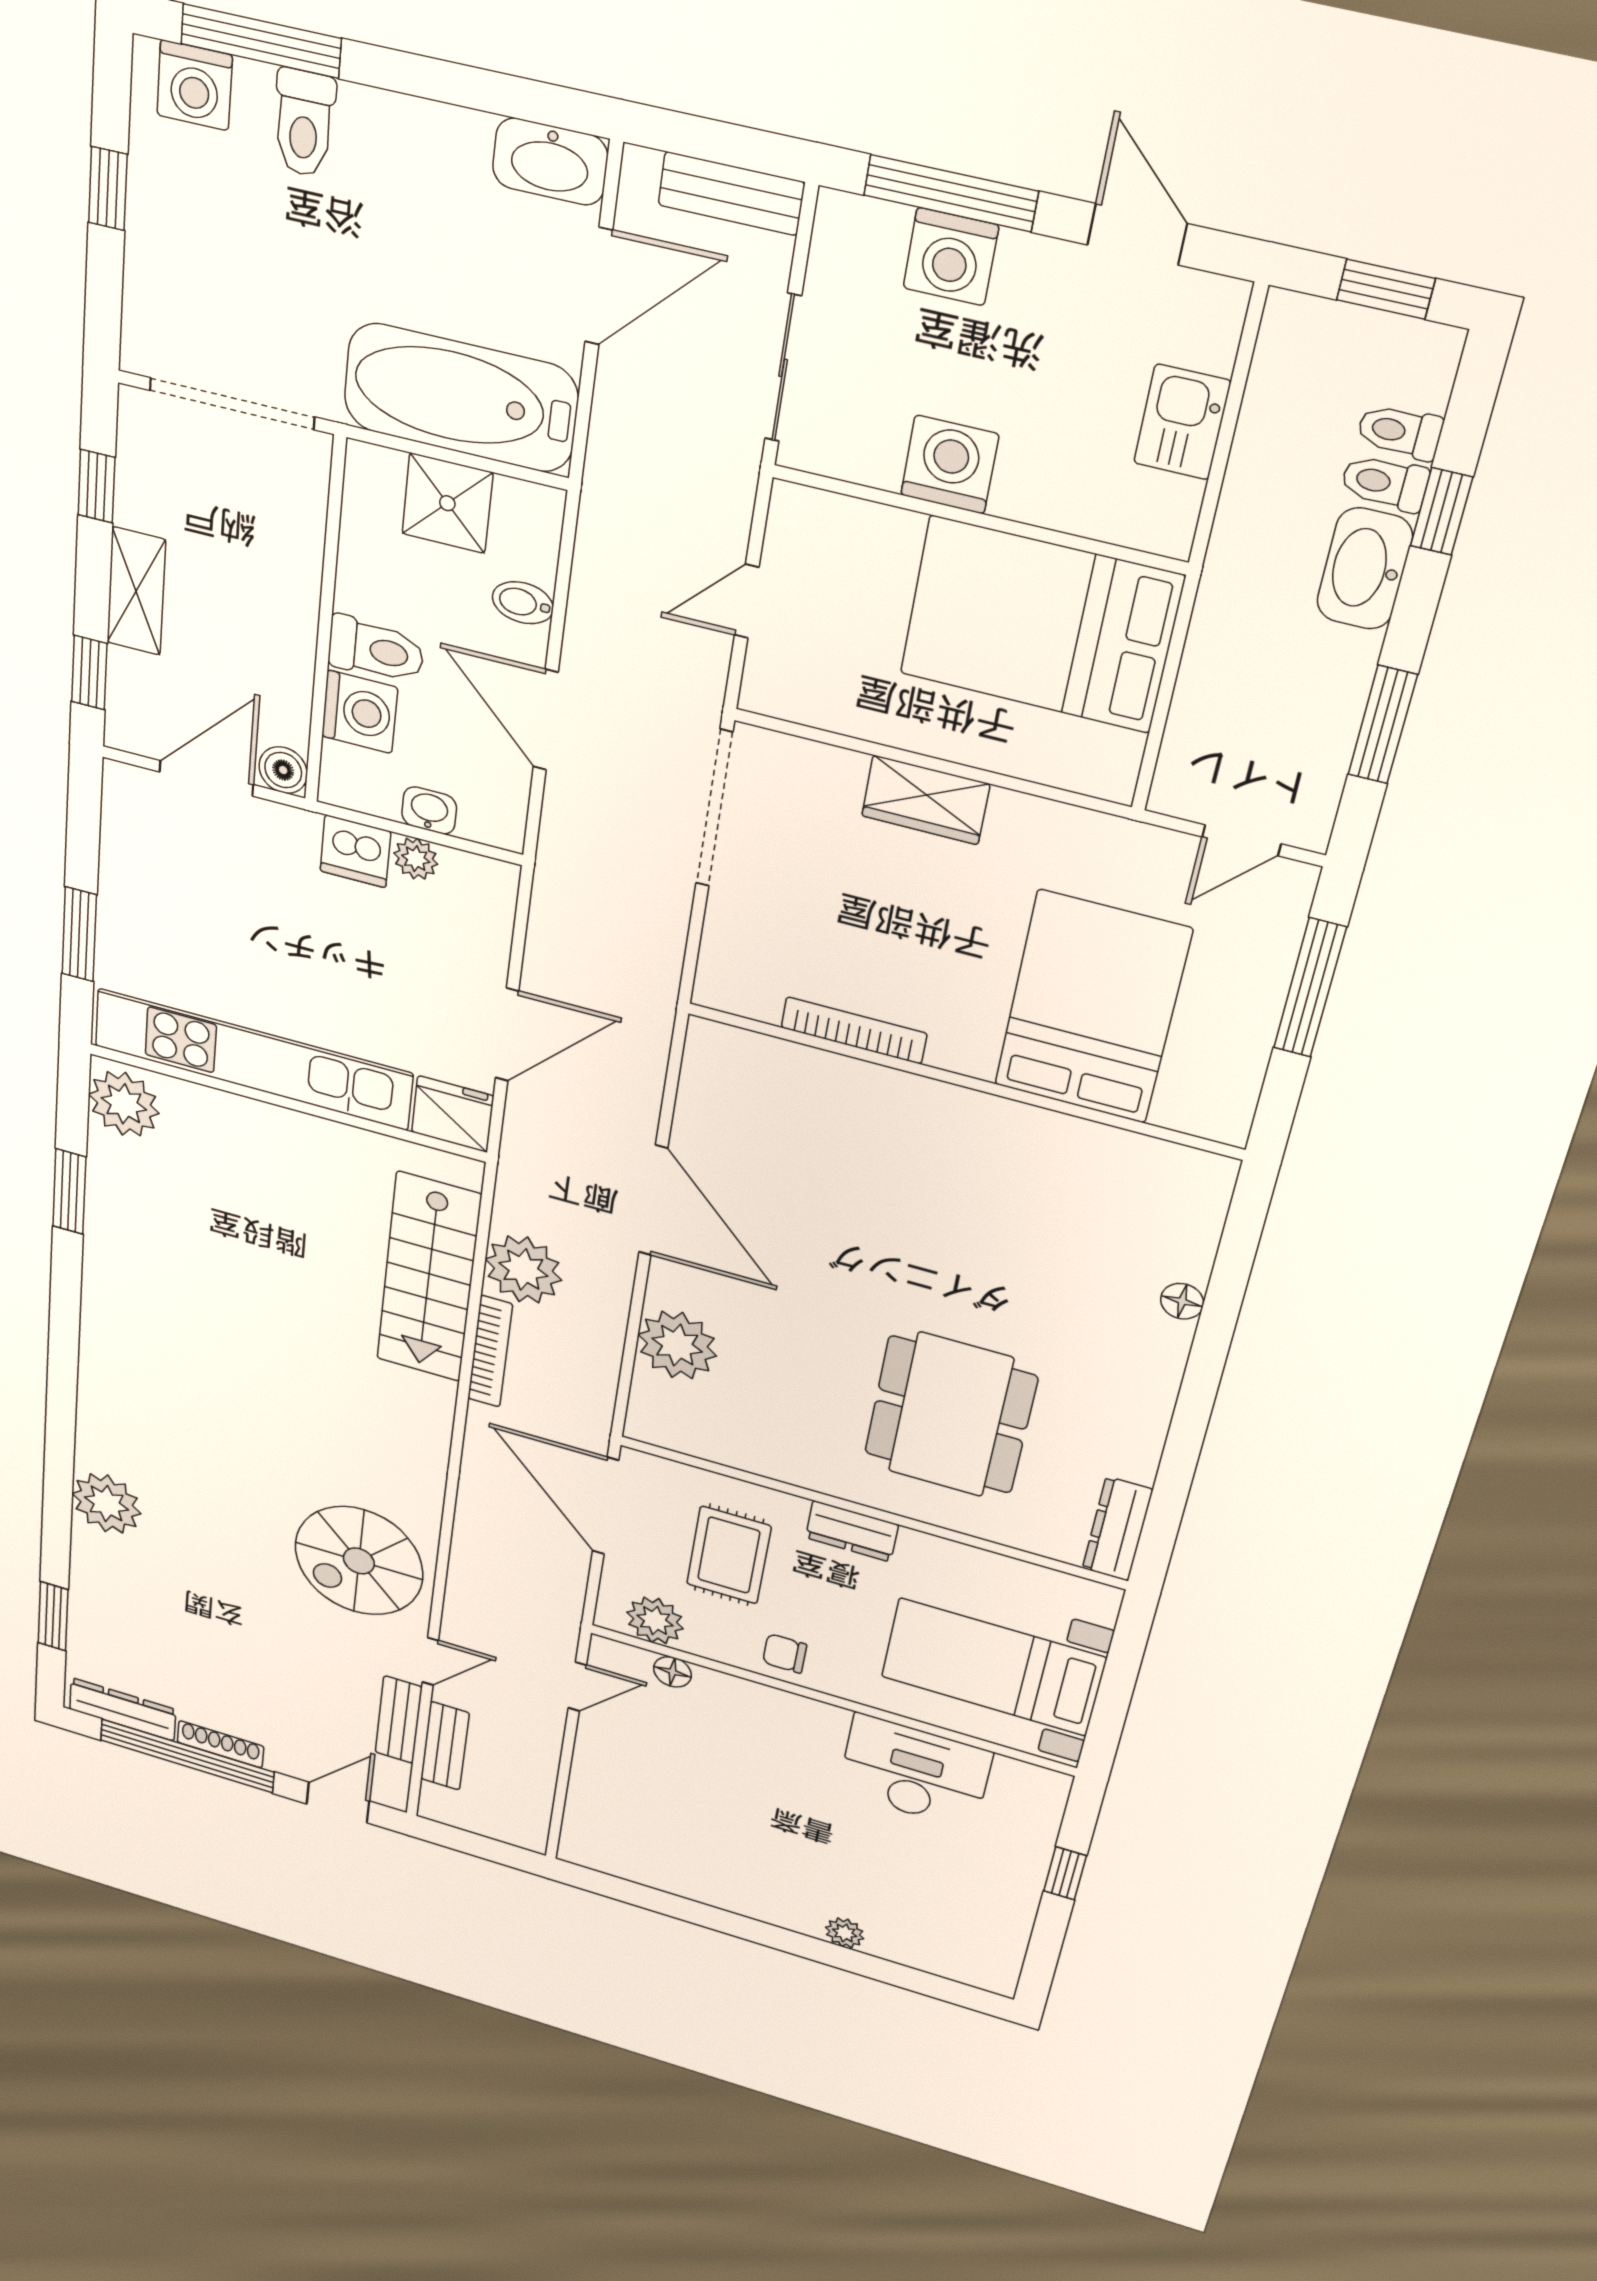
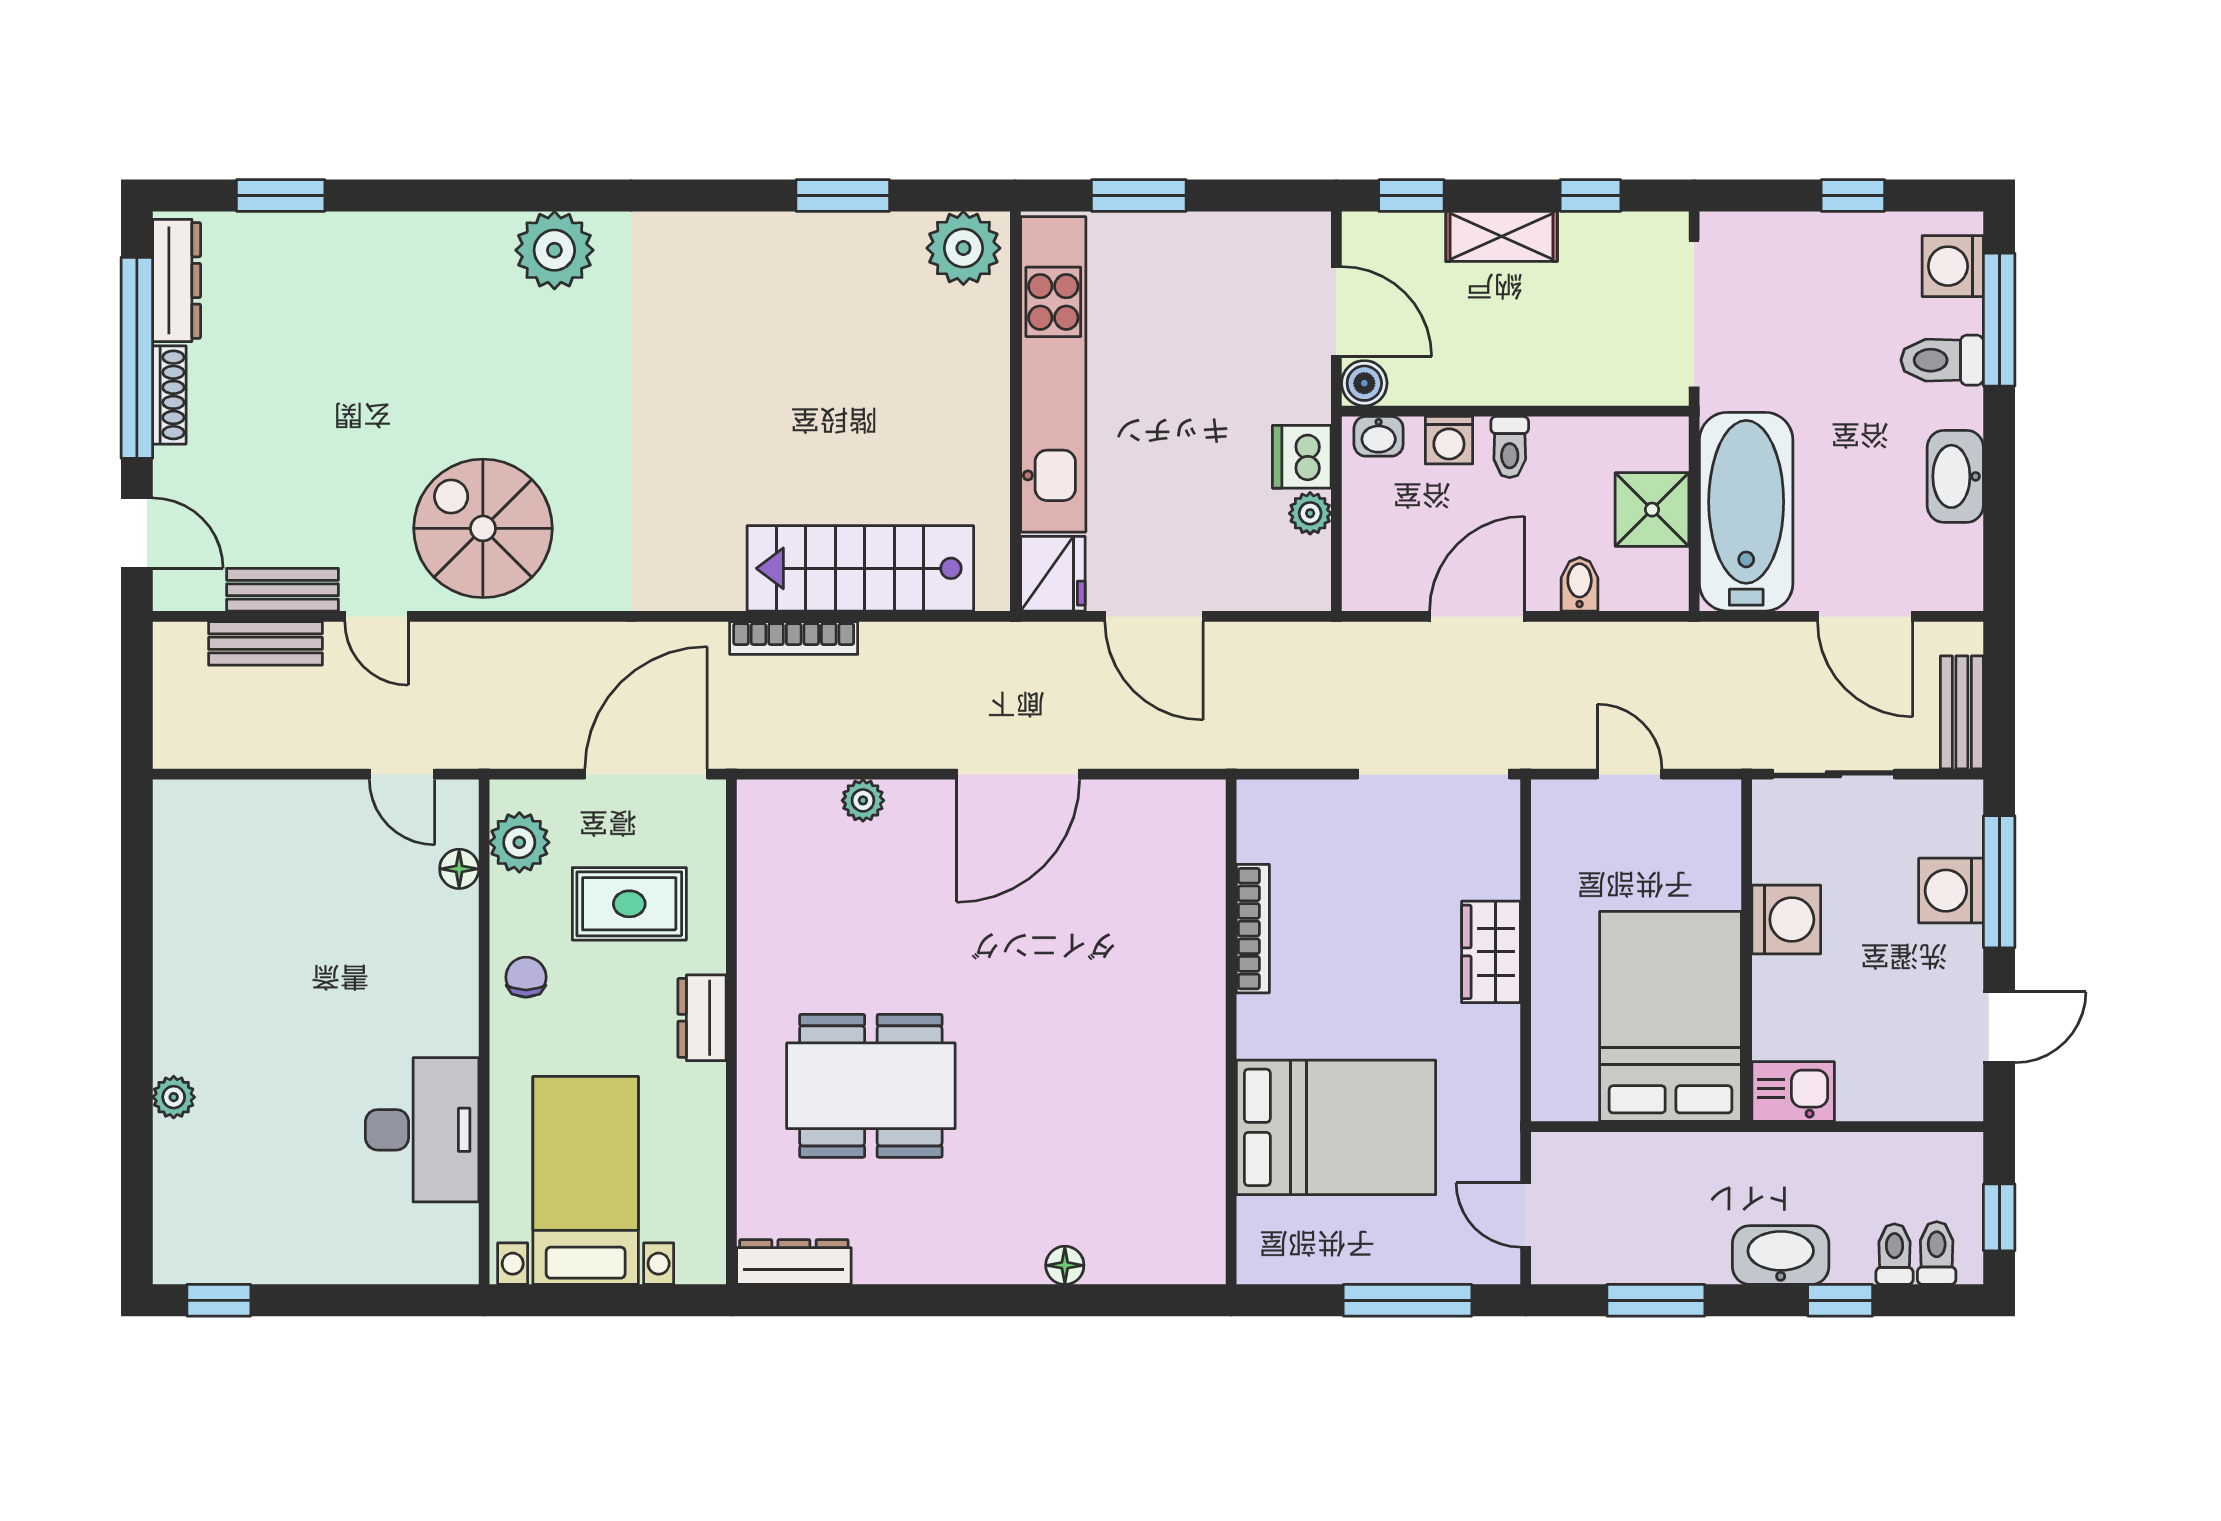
washbasin: (550, 162) -> (1955, 476), moved
kitchen sink: (1182, 422) -> (1793, 1092), moved
toilet: (1385, 483) -> (1937, 1253), moved
toilet: (376, 650) -> (1510, 447), width x0.73, depth x0.72
washing machine: (360, 712) -> (1449, 440), width x0.73, depth x0.73
washbasin: (429, 810) -> (1379, 436), moved, turned 90
plant: (523, 1270) -> (900, 660), removed
plant: (677, 1345) -> (863, 800), width x0.53, depth x0.53
plant: (107, 1504) -> (554, 250), moved
window: (1065, 1873) -> (219, 1300), moved

